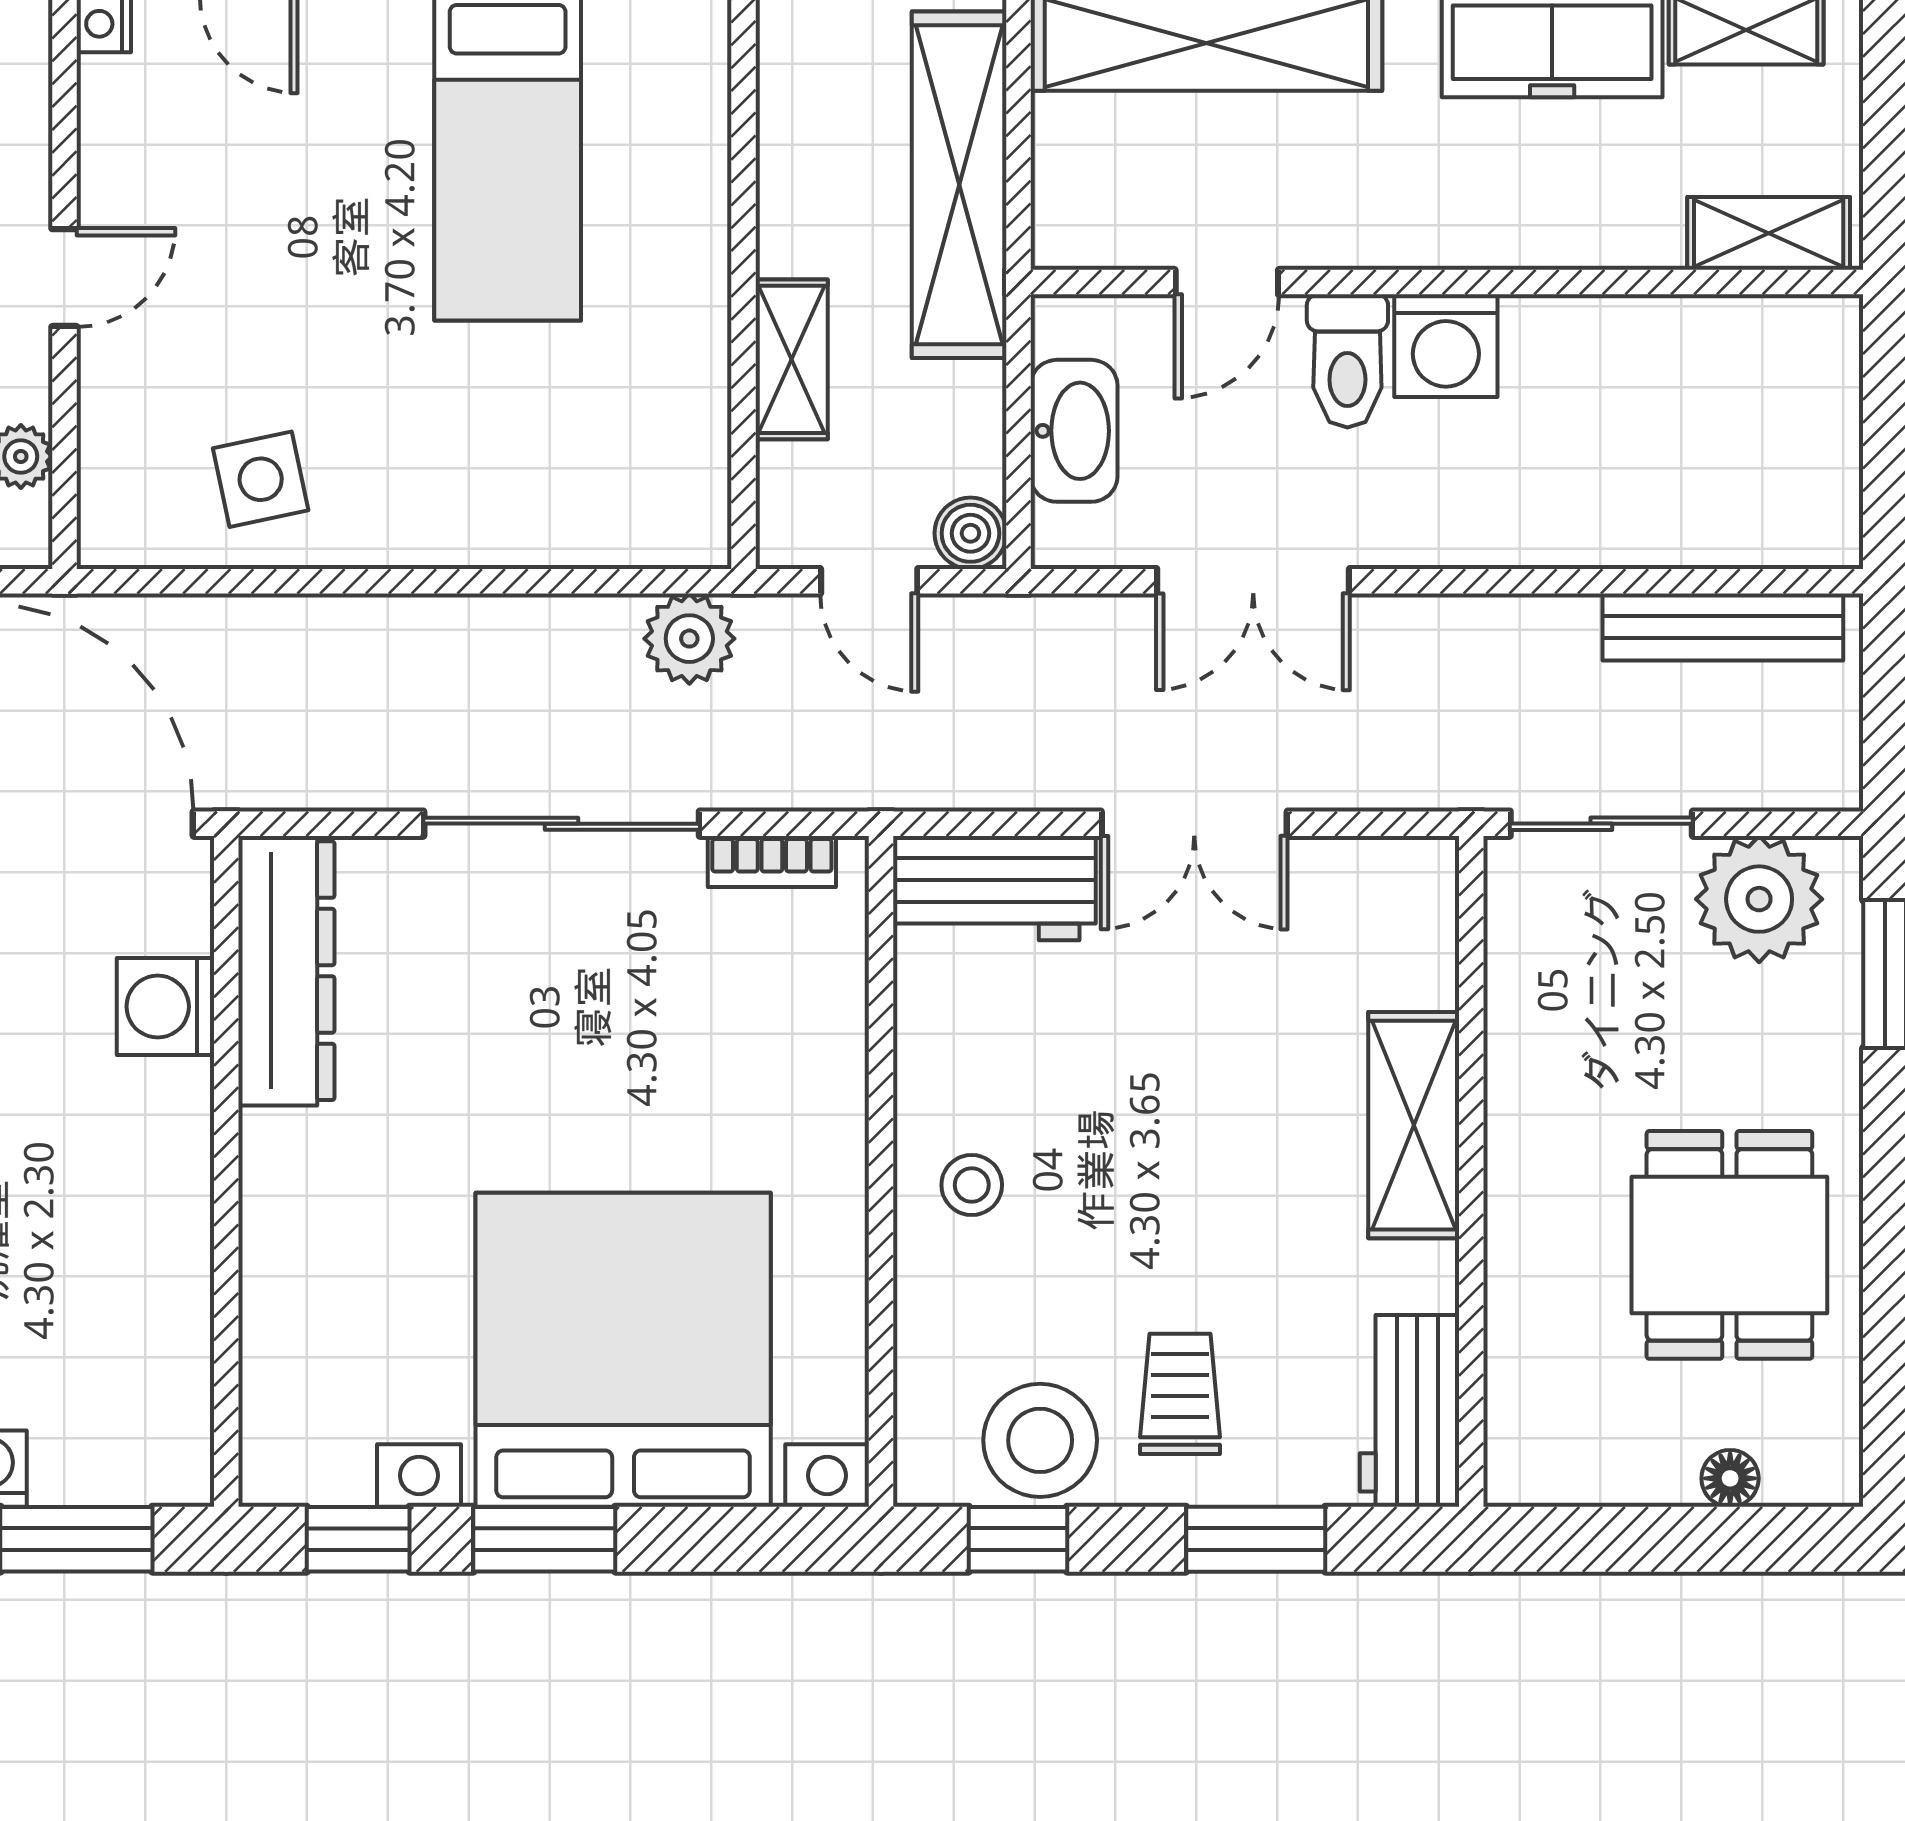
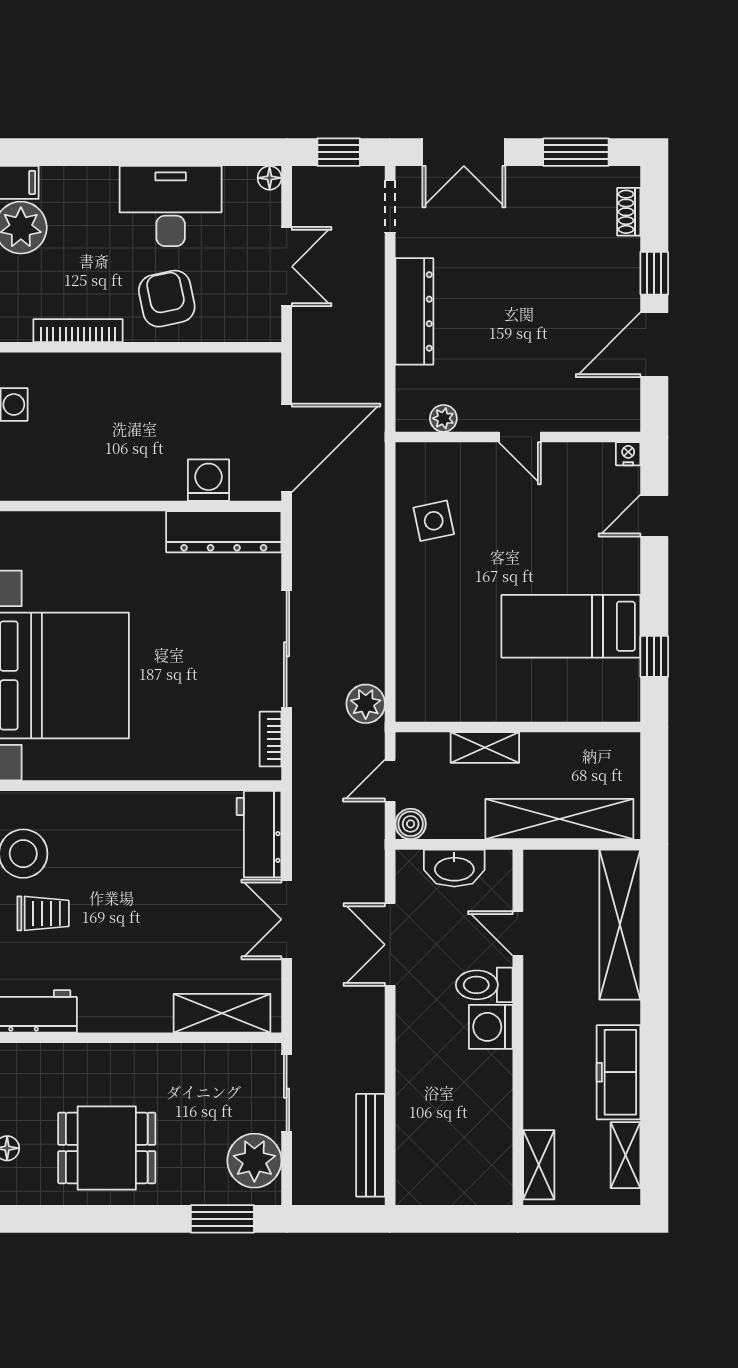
shelving: (1414, 1125) -> (222, 1013), moved
stool: (972, 1185) -> (132, 824), removed

